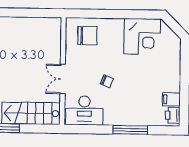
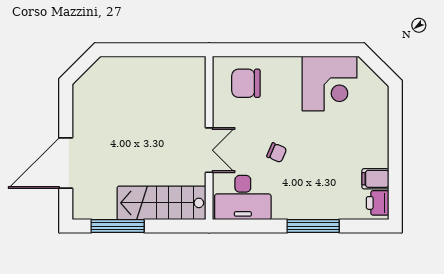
chair: (87, 36) -> (246, 83), turned 180
double door: (63, 79) -> (209, 150), swing flipped

